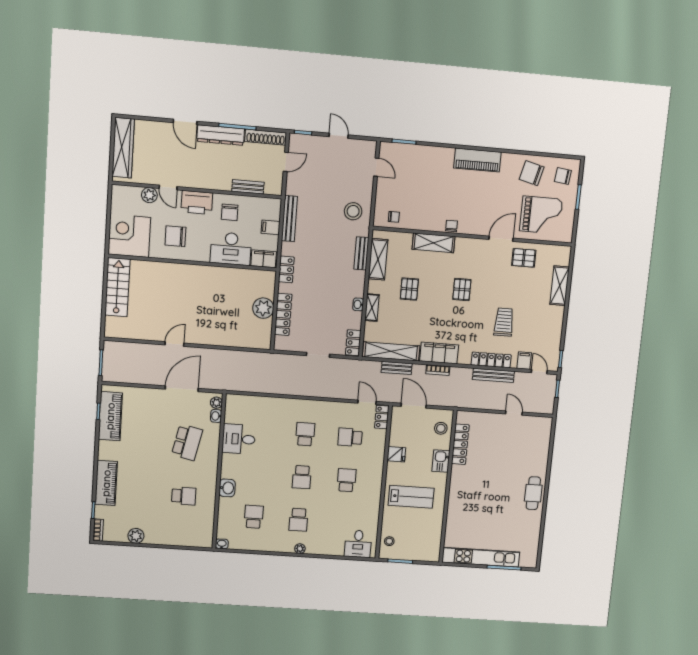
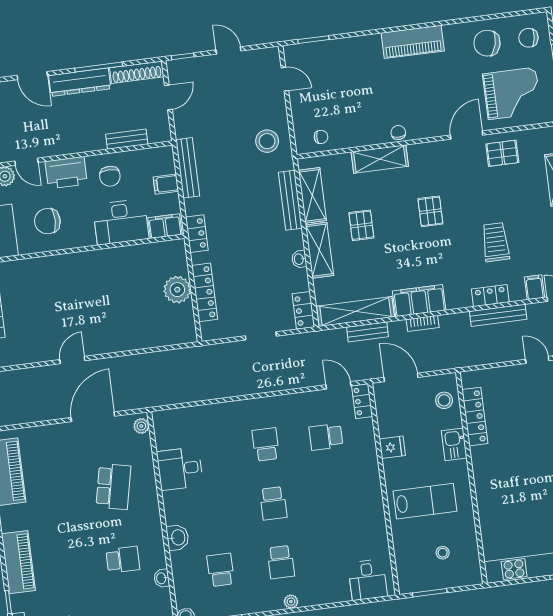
bench: (361, 253) -> (290, 200), width x1.36
shelving: (372, 308) -> (319, 250), width x1.50, depth x1.33
locker: (491, 360) -> (490, 296), width x0.66
washbasin: (216, 416) -> (162, 578), moved
school desk: (346, 480) -> (333, 496), removed
stool: (389, 541) -> (443, 553), moved

